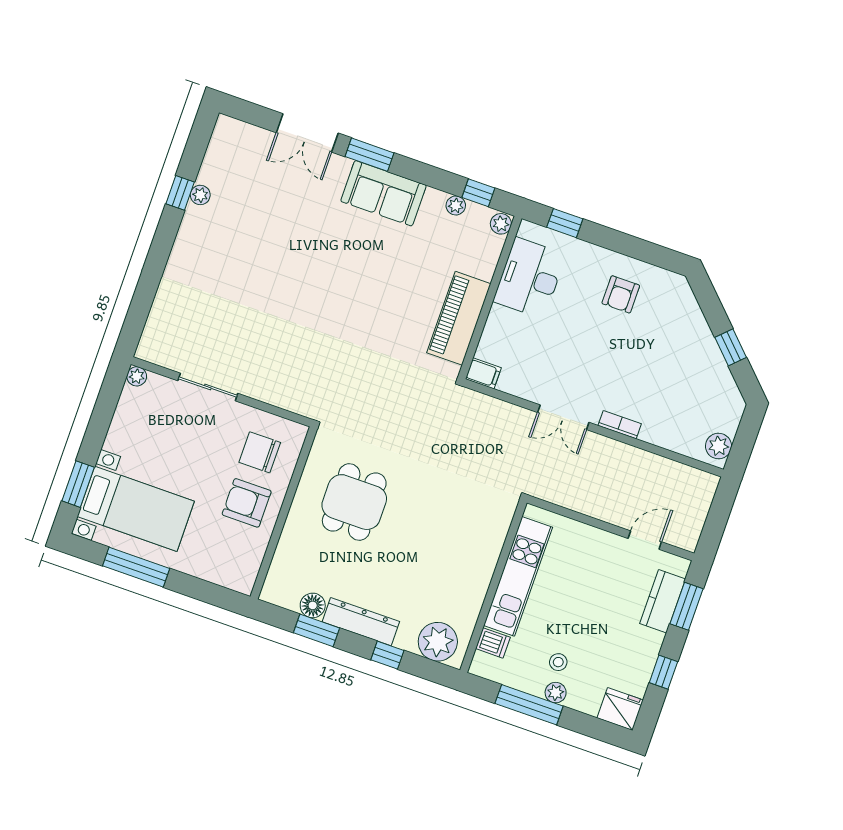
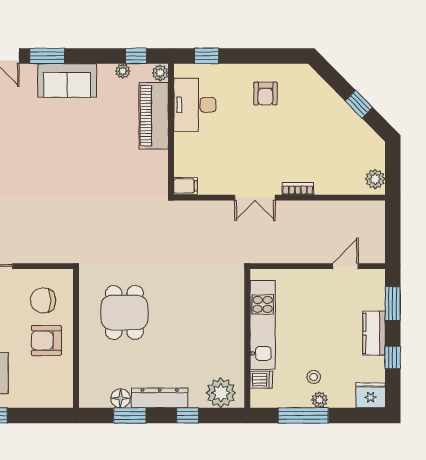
piano: (459, 318) -> (154, 116), moved
kitchen counter: (663, 601) -> (374, 333), moved

